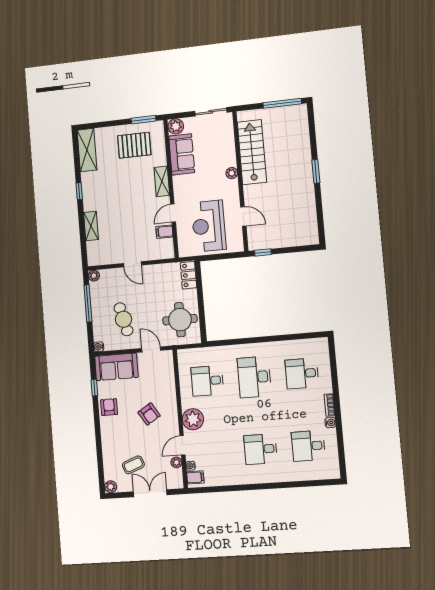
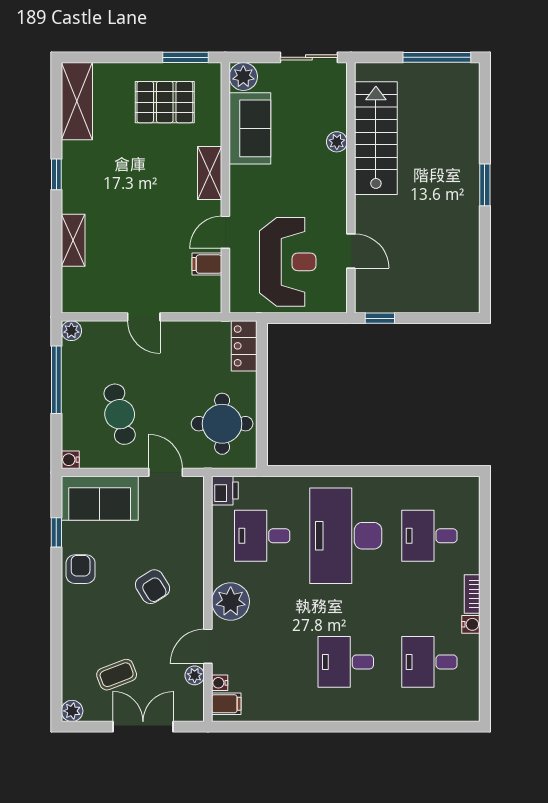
plant: (232, 173) -> (337, 142), moved
reception desk: (209, 226) -> (288, 262), turned 180
printer: (185, 357) -> (225, 491), added
desk: (254, 377) -> (346, 536), width x1.36, depth x1.30

